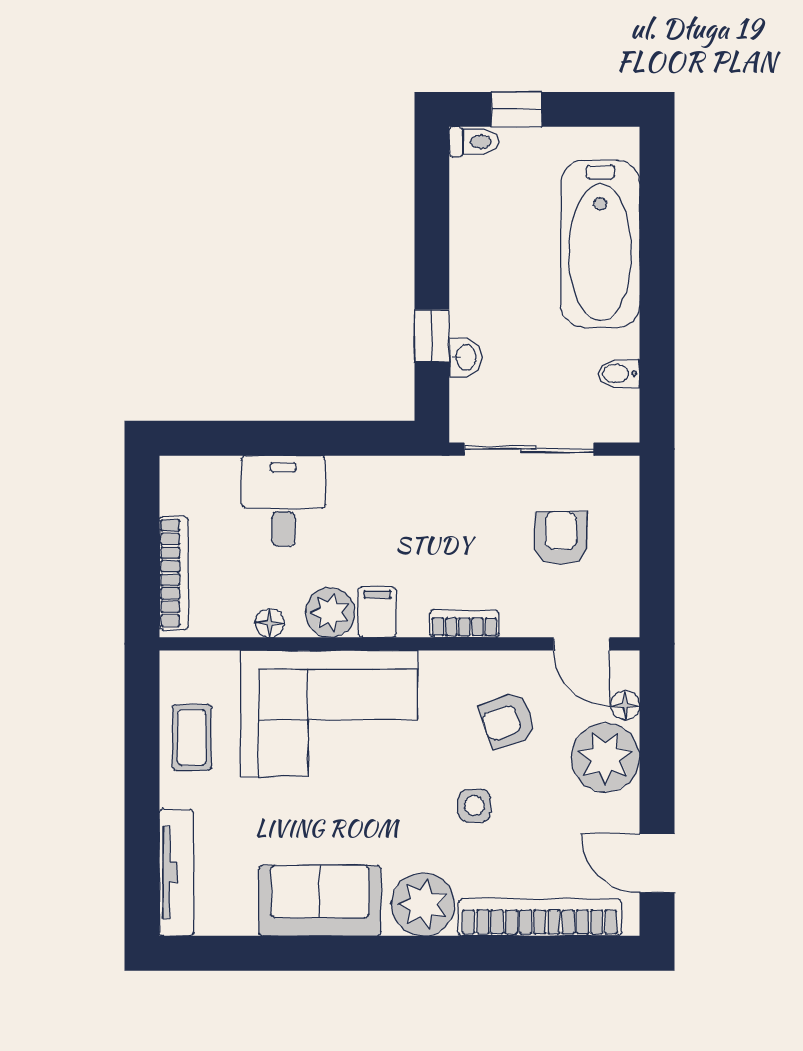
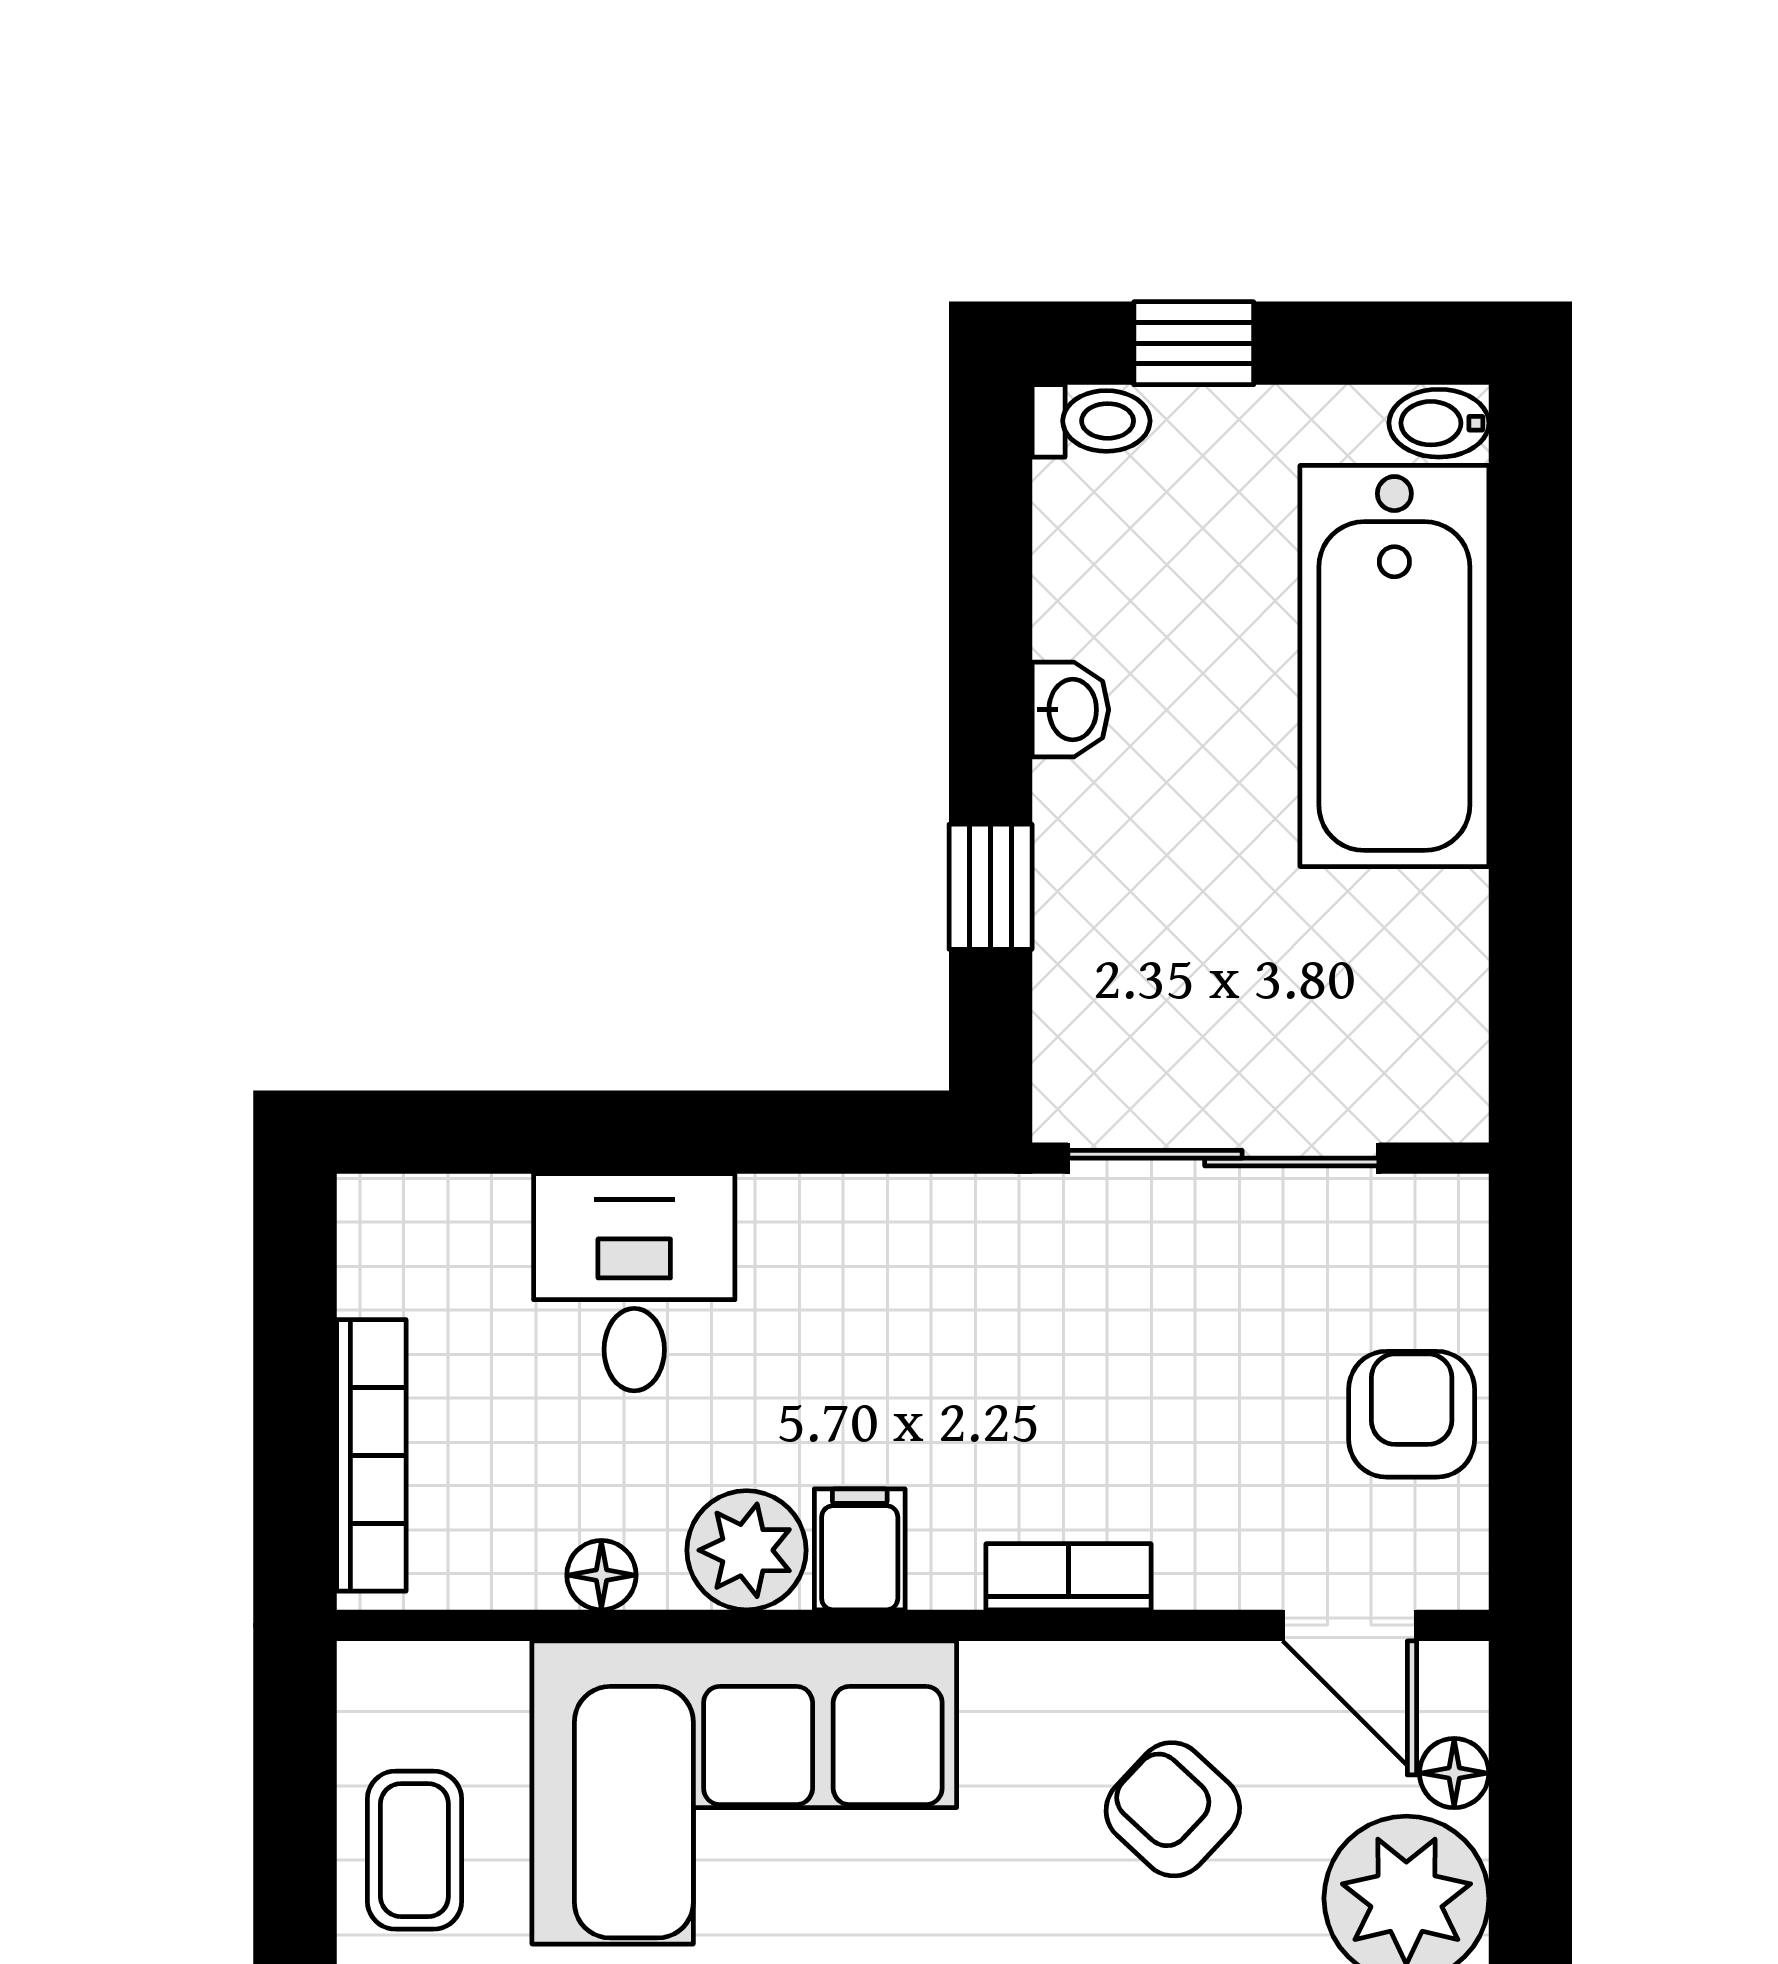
washbasin: (465, 357) -> (1070, 710), moved
bidet: (619, 373) -> (1439, 423), moved
armchair: (561, 538) -> (1412, 1414), moved
armchair: (508, 721) -> (1173, 1809), turned 62

